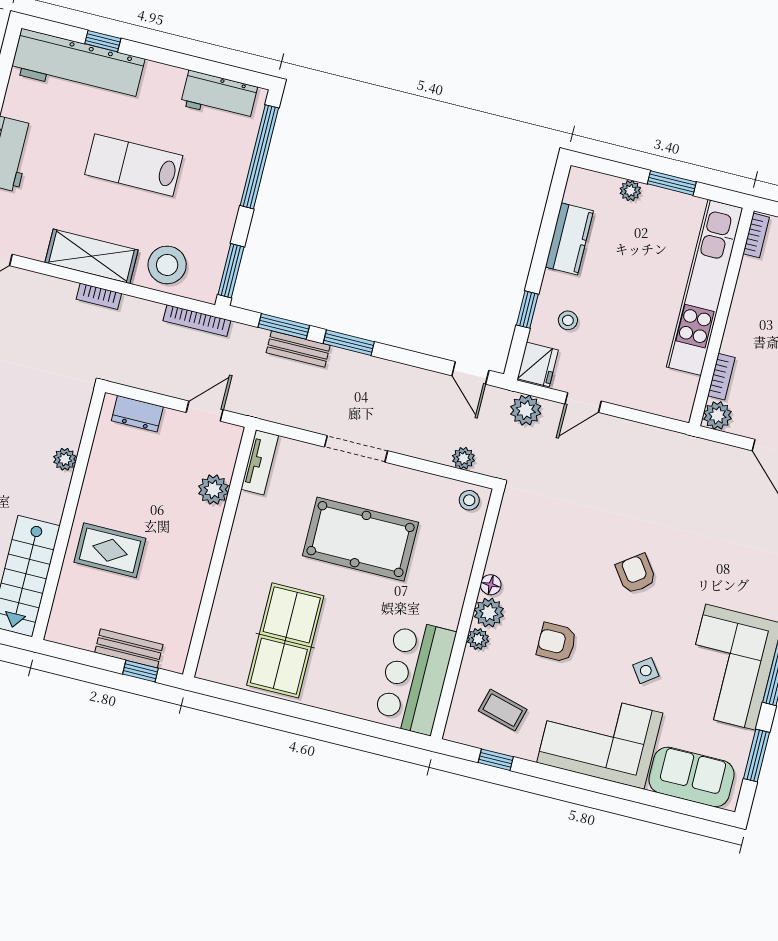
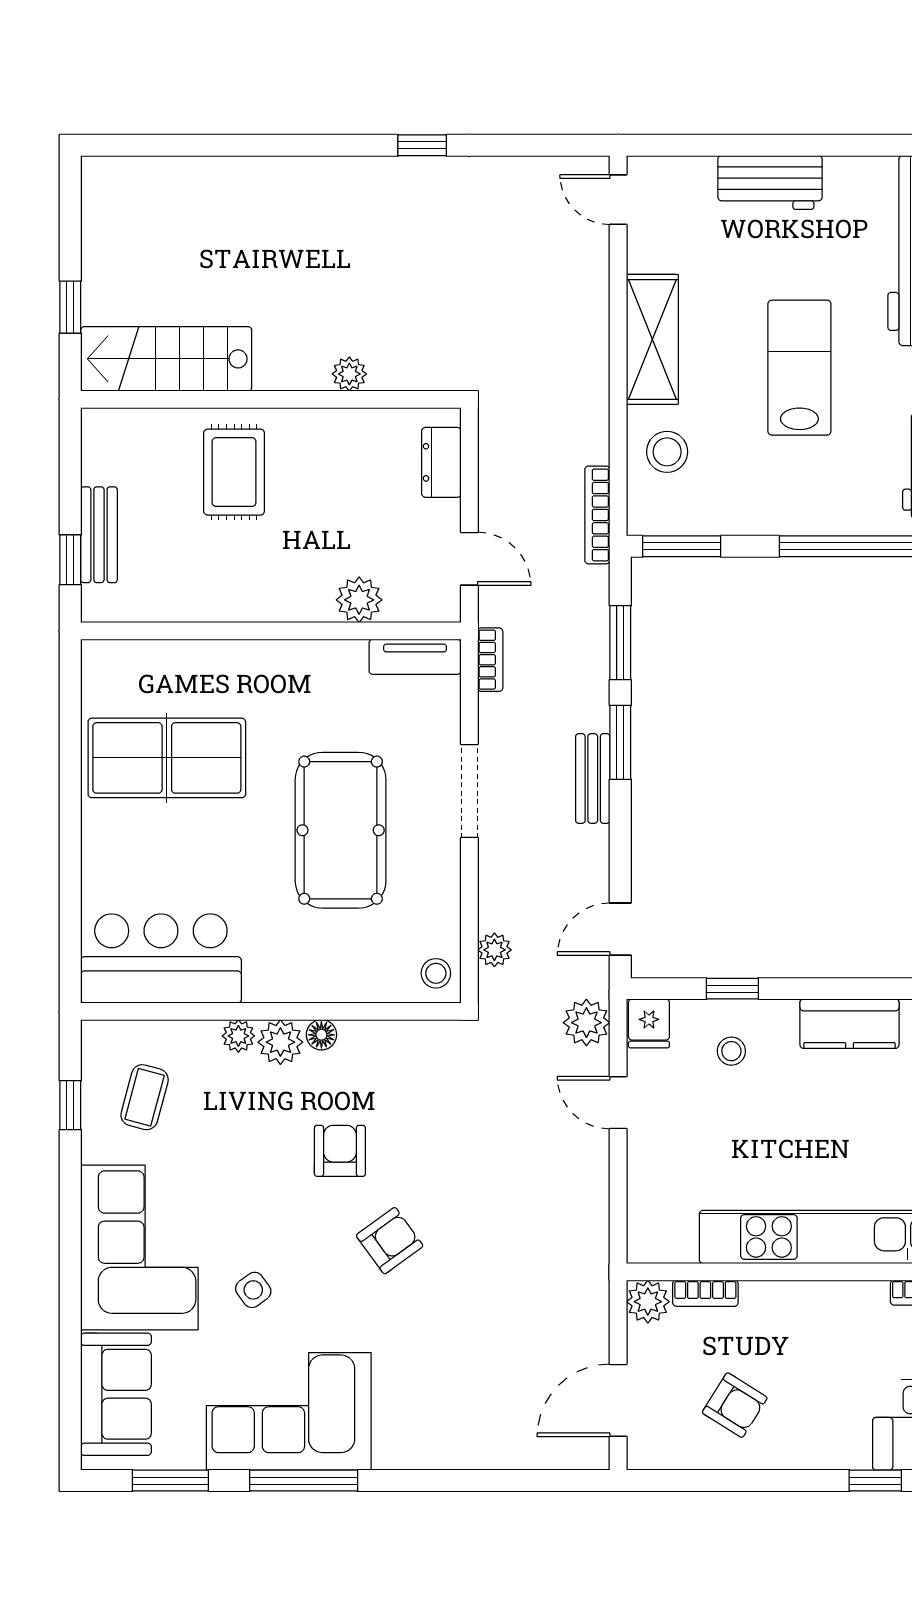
stool: (167, 265) -> (667, 452), width x0.73, depth x0.73
bookcase: (99, 296) -> (490, 660), moved, turned 180
bench: (298, 349) -> (593, 778), moved
fridge: (538, 364) -> (649, 1023), width x0.72
armchair: (557, 642) -> (340, 1151), moved

